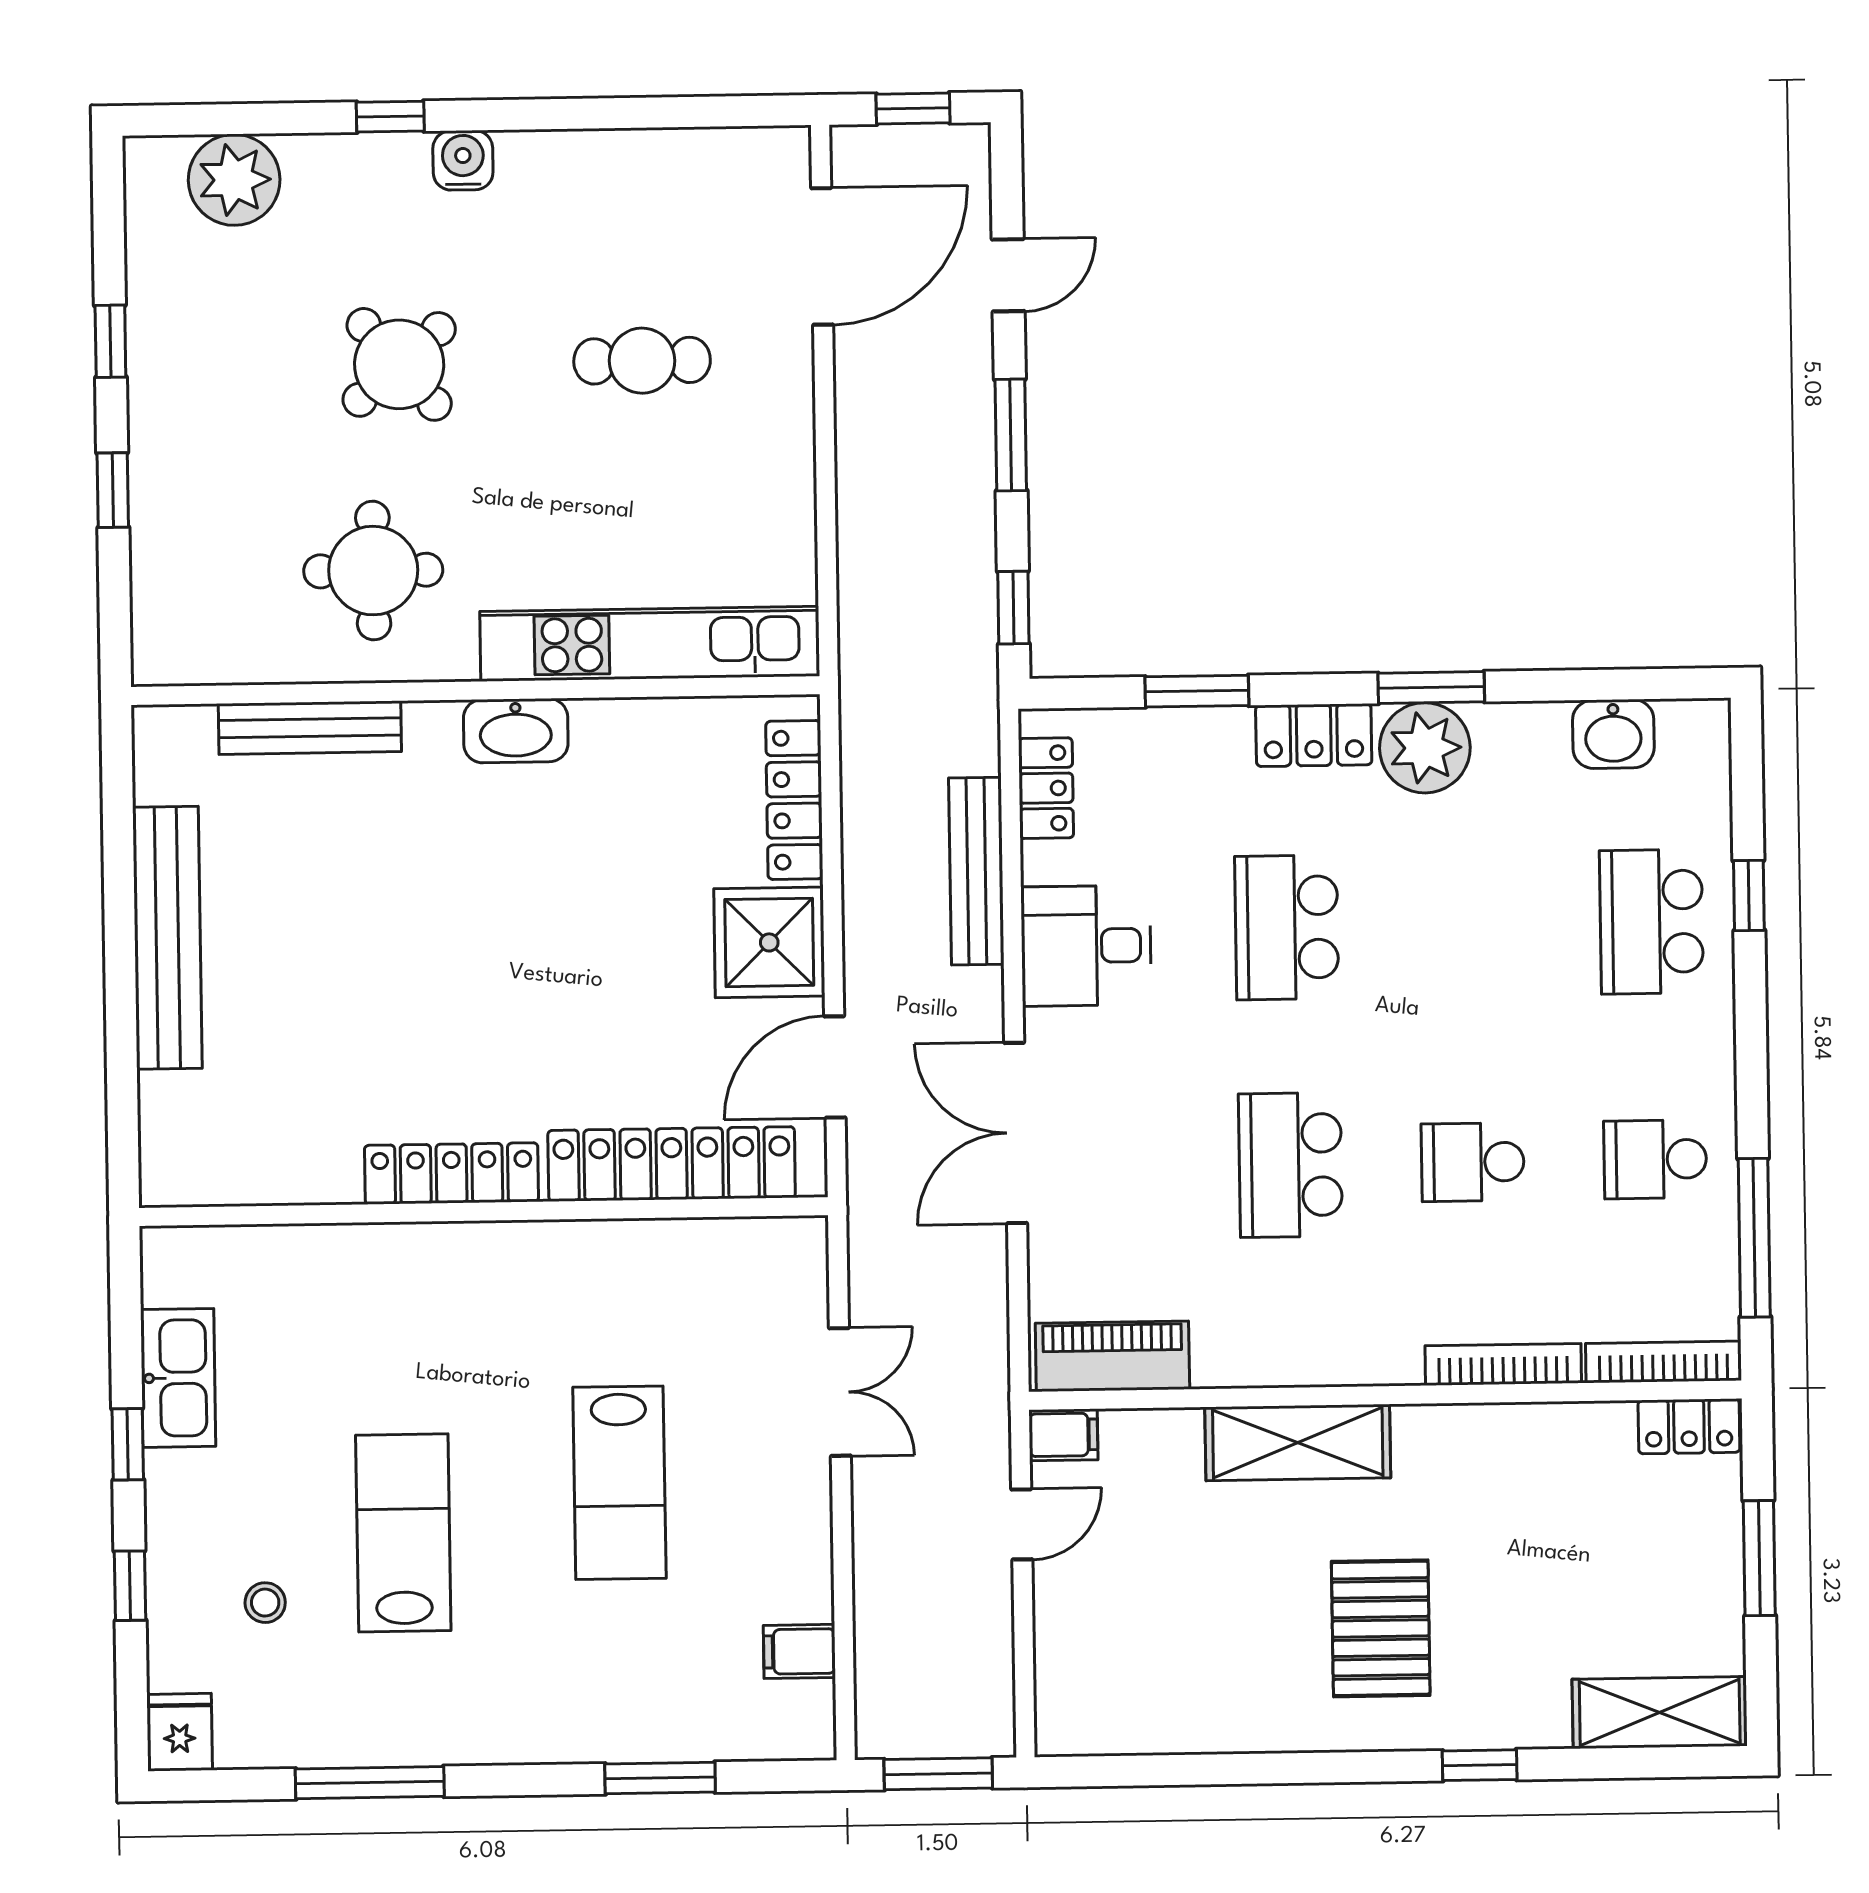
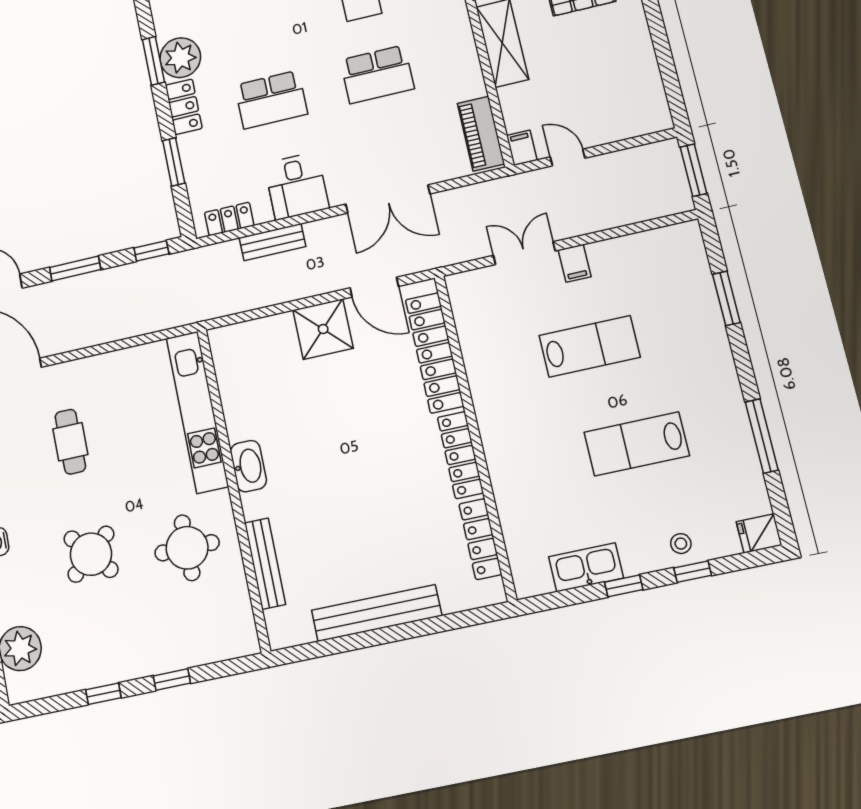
locker: (794, 800) -> (480, 539), moved, turned 90
bench: (976, 871) -> (272, 242), width x0.73
stool: (265, 1603) -> (681, 544), moved
filing cabinet: (799, 1651) -> (575, 263), moved

